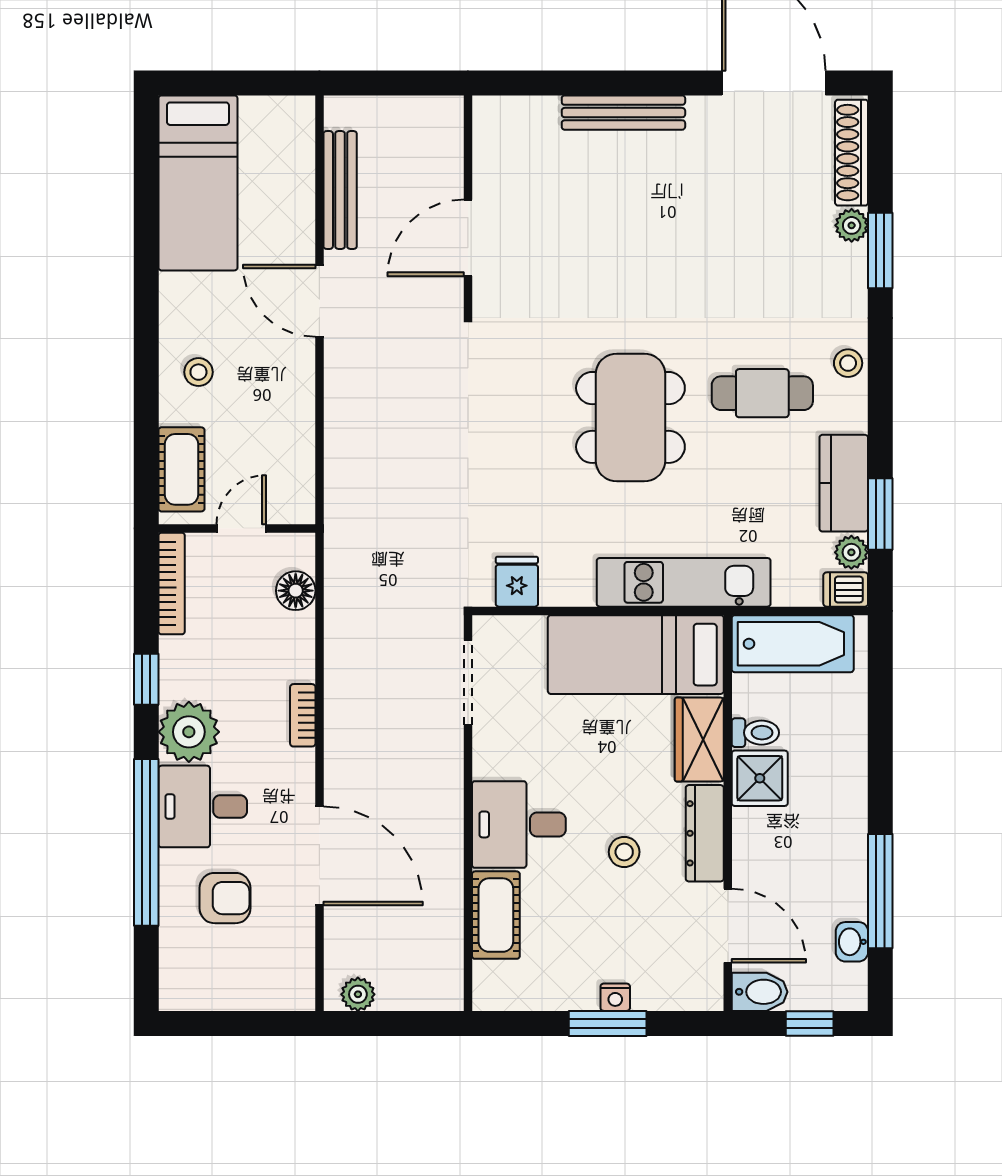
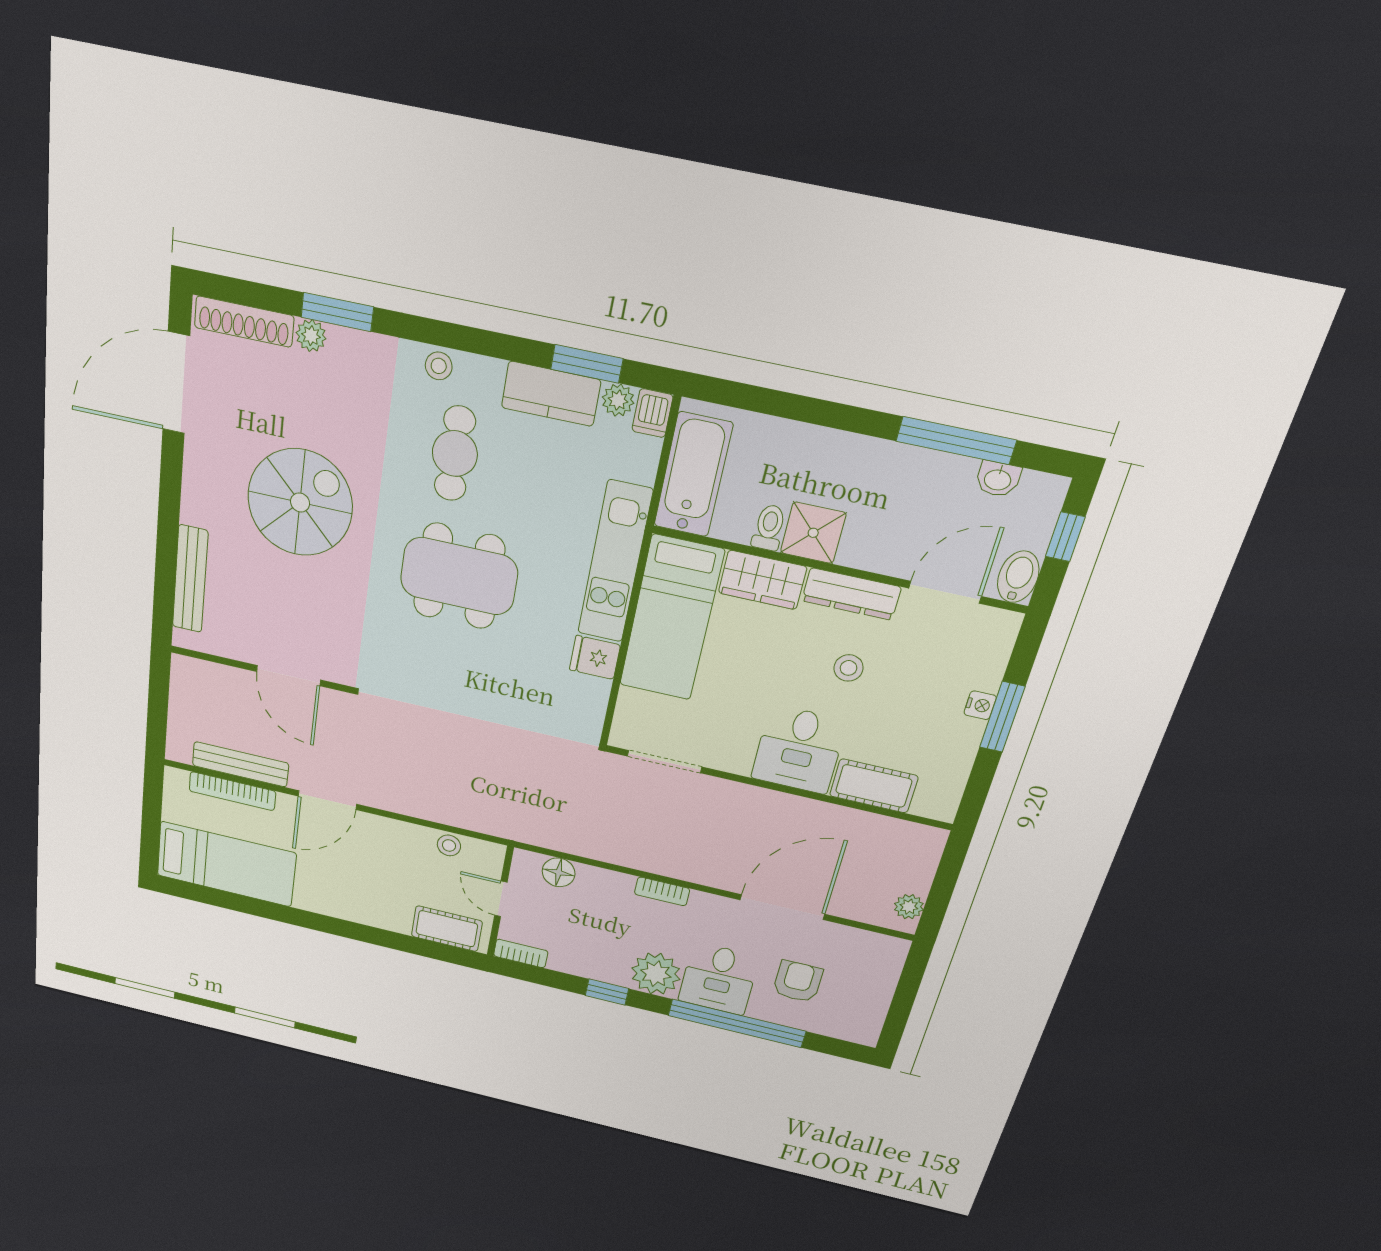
bench: (623, 113) -> (190, 579), moved
bookcase: (301, 183) -> (232, 791), added
spiral stairs: (674, 231) -> (300, 502), added
stool: (198, 372) -> (449, 845), moved
fridge: (517, 582) -> (595, 657), moved
bookcase: (172, 583) -> (521, 953), width x0.64

